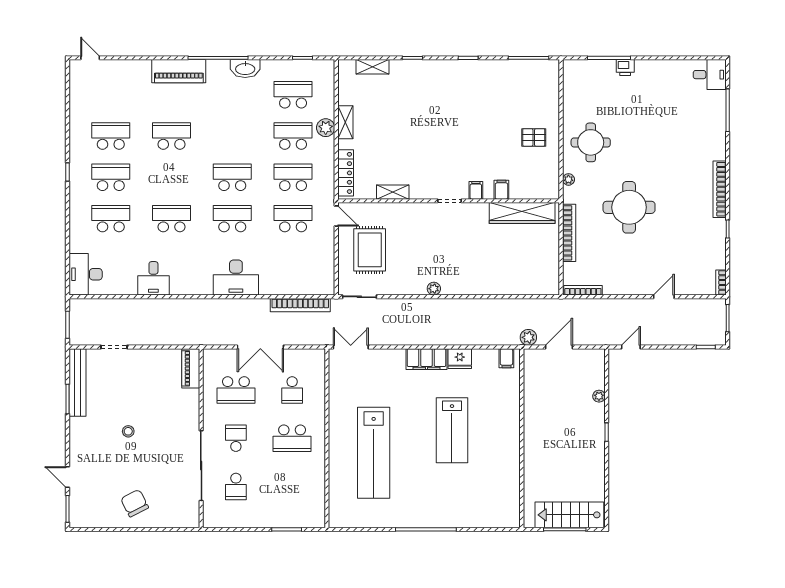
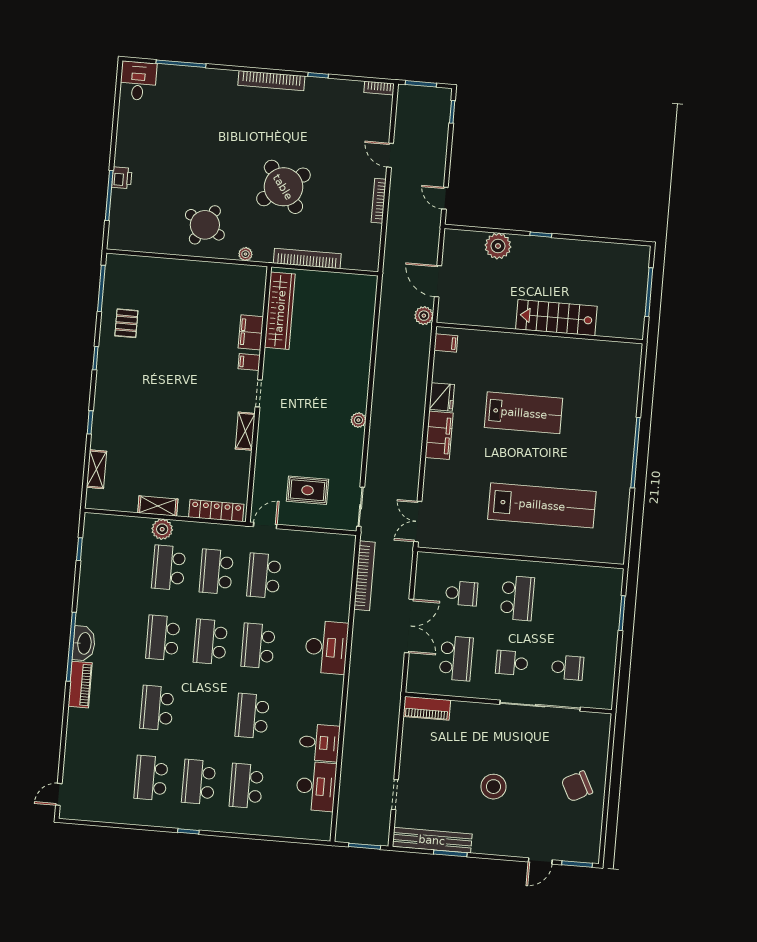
washbasin: (245, 69) -> (84, 643), moved
piano: (179, 71) -> (80, 685), width x0.73, depth x0.75
school desk: (293, 95) -> (163, 638), moved
pallet: (534, 137) -> (126, 323), moved
round table: (591, 142) -> (205, 225), turned 31
filing cabinet: (501, 190) -> (251, 332), width x2.00
shelving: (393, 192) -> (245, 431), moved
round table: (629, 207) -> (283, 187), turned -36
rug: (370, 250) -> (308, 490), width x0.73, depth x0.70
desk: (86, 274) -> (316, 786), moved, turned -90
bookcase: (583, 290) -> (379, 201), moved
plant: (599, 396) -> (498, 246), width x1.88, depth x1.88
stool: (128, 431) -> (493, 787), width x1.89, depth x1.89
stairs: (569, 515) -> (556, 318), moved, turned 90

